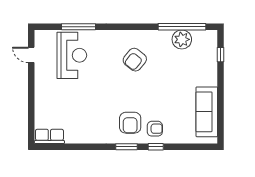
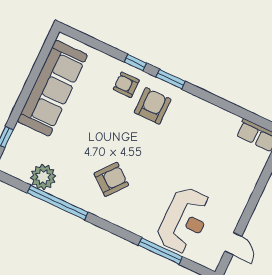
window: (182, 27) -> (58, 203), moved
reception desk: (72, 55) -> (185, 220), turned 180
sofa: (207, 112) -> (52, 88), width x1.36, depth x1.27

